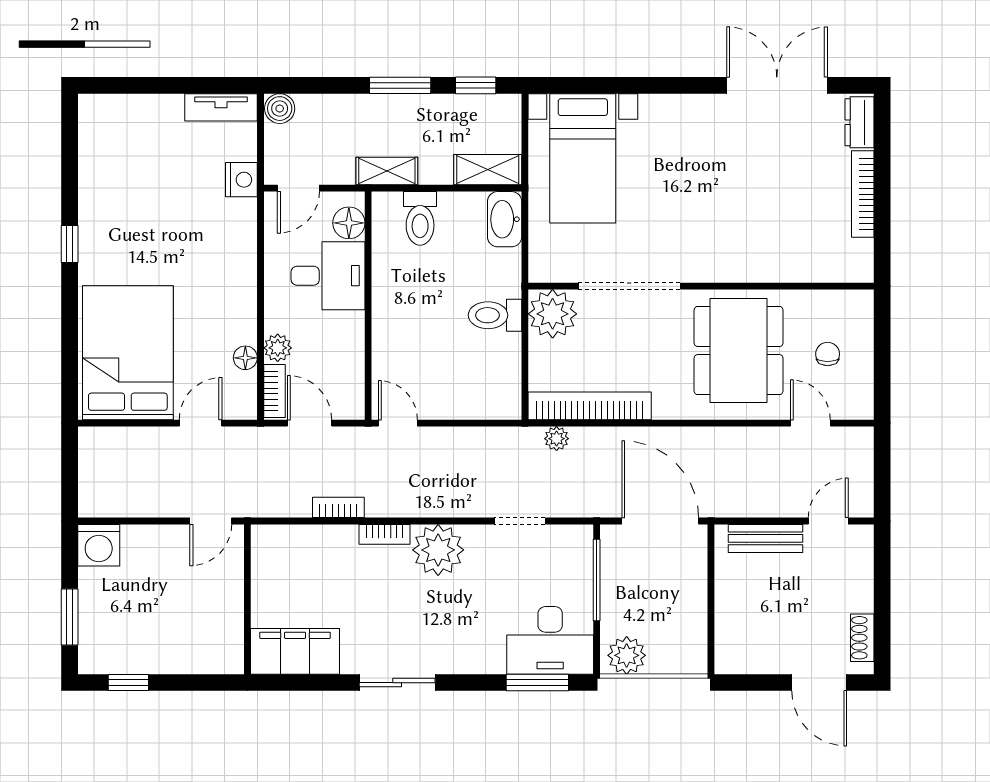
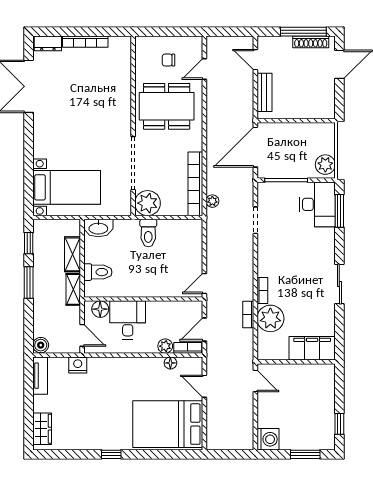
wardrobe: (119, 111) -> (42, 429), added
shelving: (488, 170) -> (73, 254), moved
plant: (438, 550) -> (270, 318), moved
window: (882, 613) -> (303, 32), added
shoe rack: (862, 638) -> (311, 42), width x1.43
filing cabinet: (295, 651) -> (312, 348), moved, turned 90

